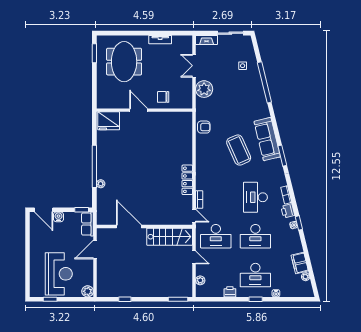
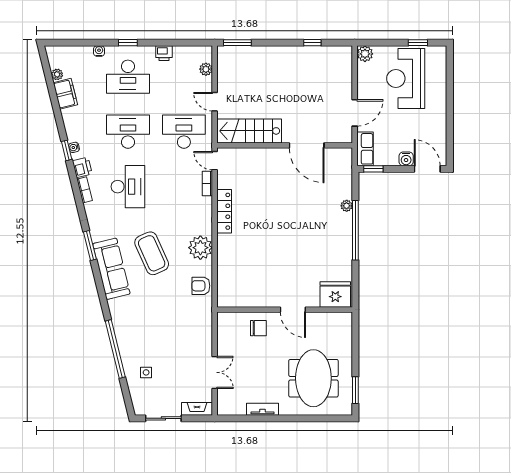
plant: (204, 89) -> (200, 248), moved
desk: (255, 275) -> (128, 77), turned 180

